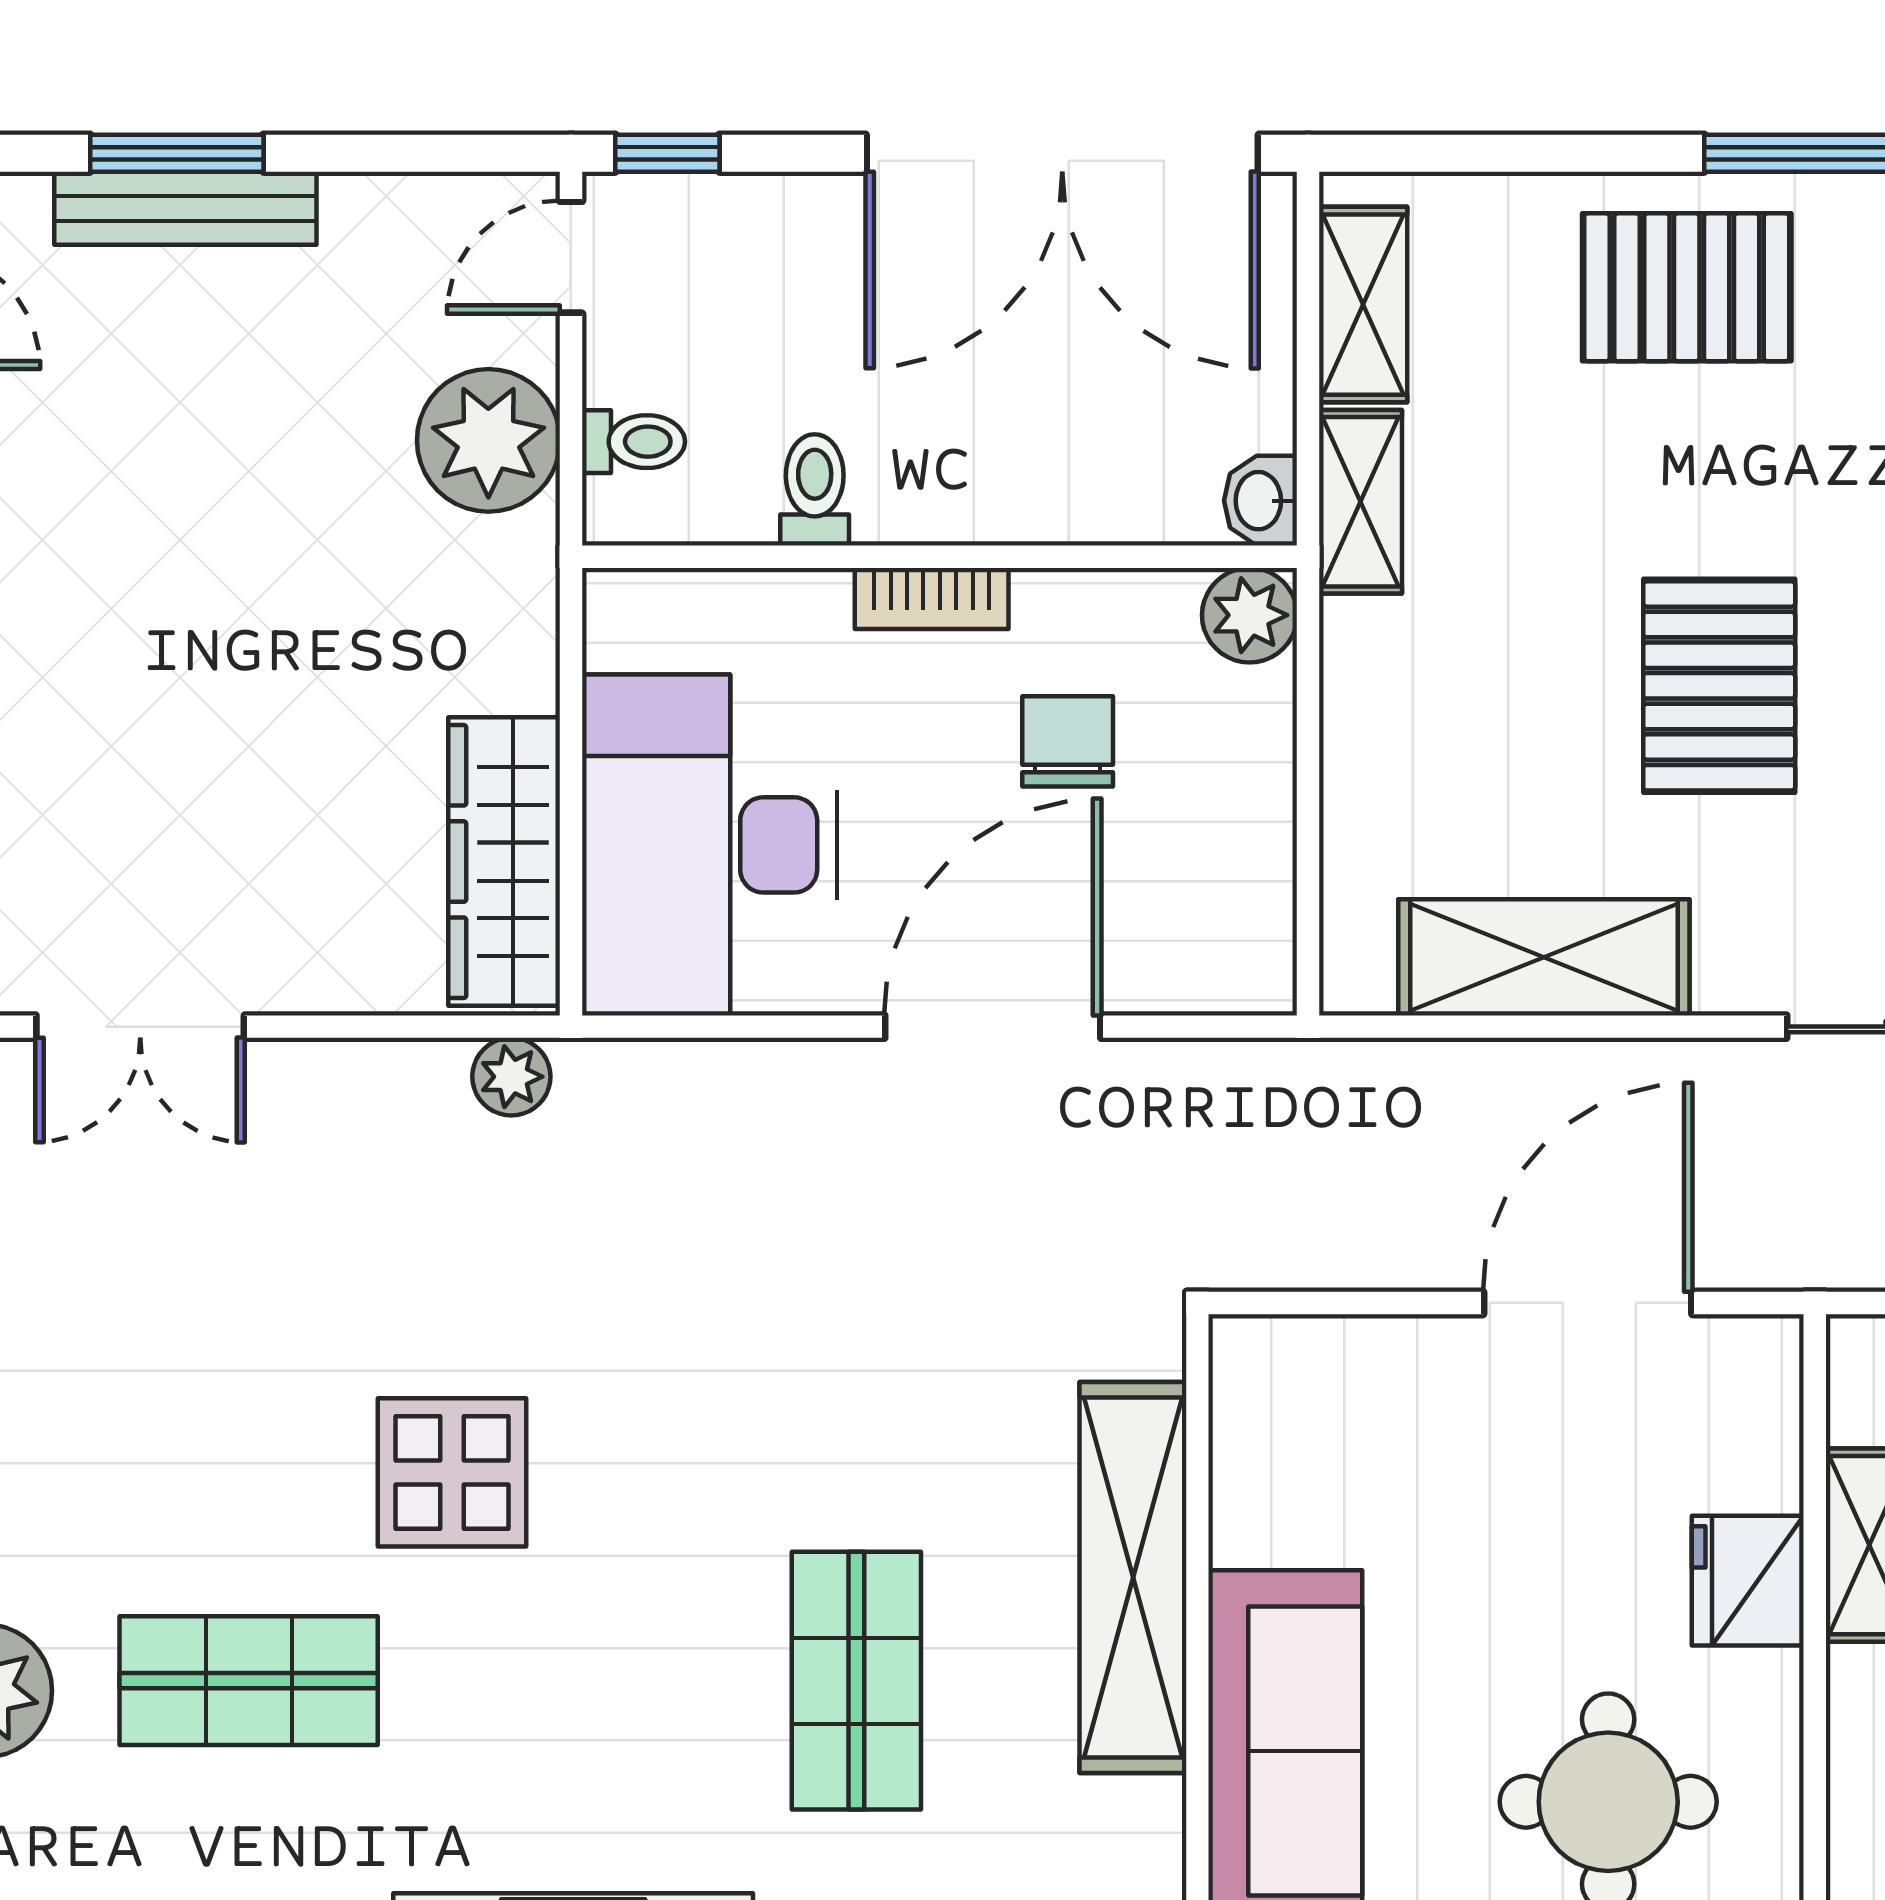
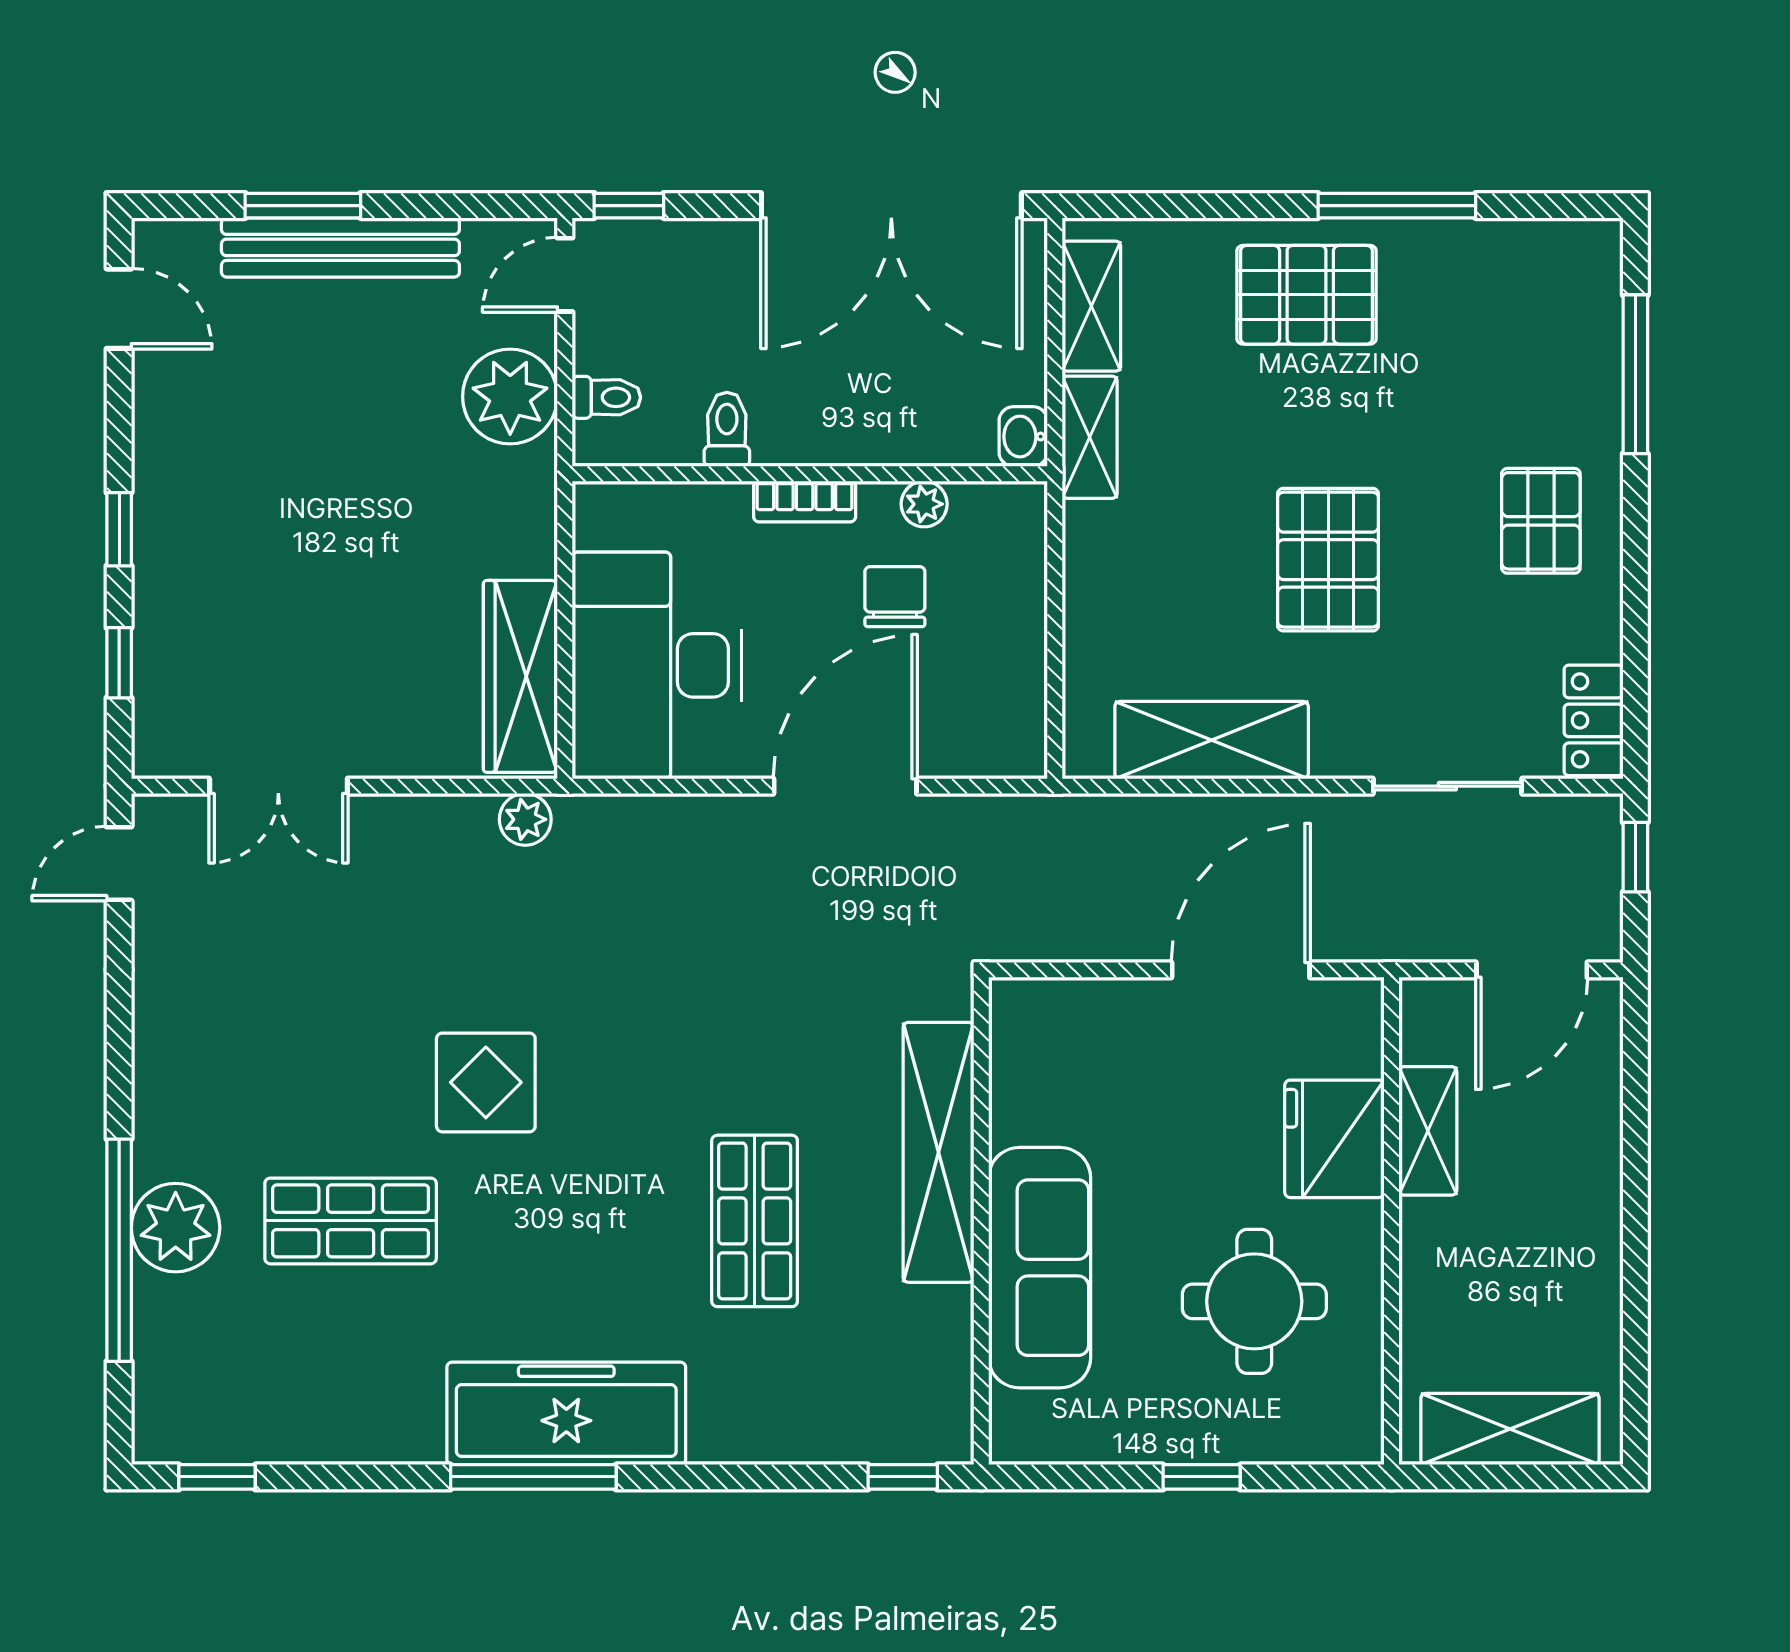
bench: (185, 208) -> (340, 247), width x1.37, depth x1.21
plant: (1250, 615) -> (924, 504), moved, width x0.73, depth x0.73
fridge: (1748, 1581) -> (1334, 1139), width x1.36, depth x1.34

